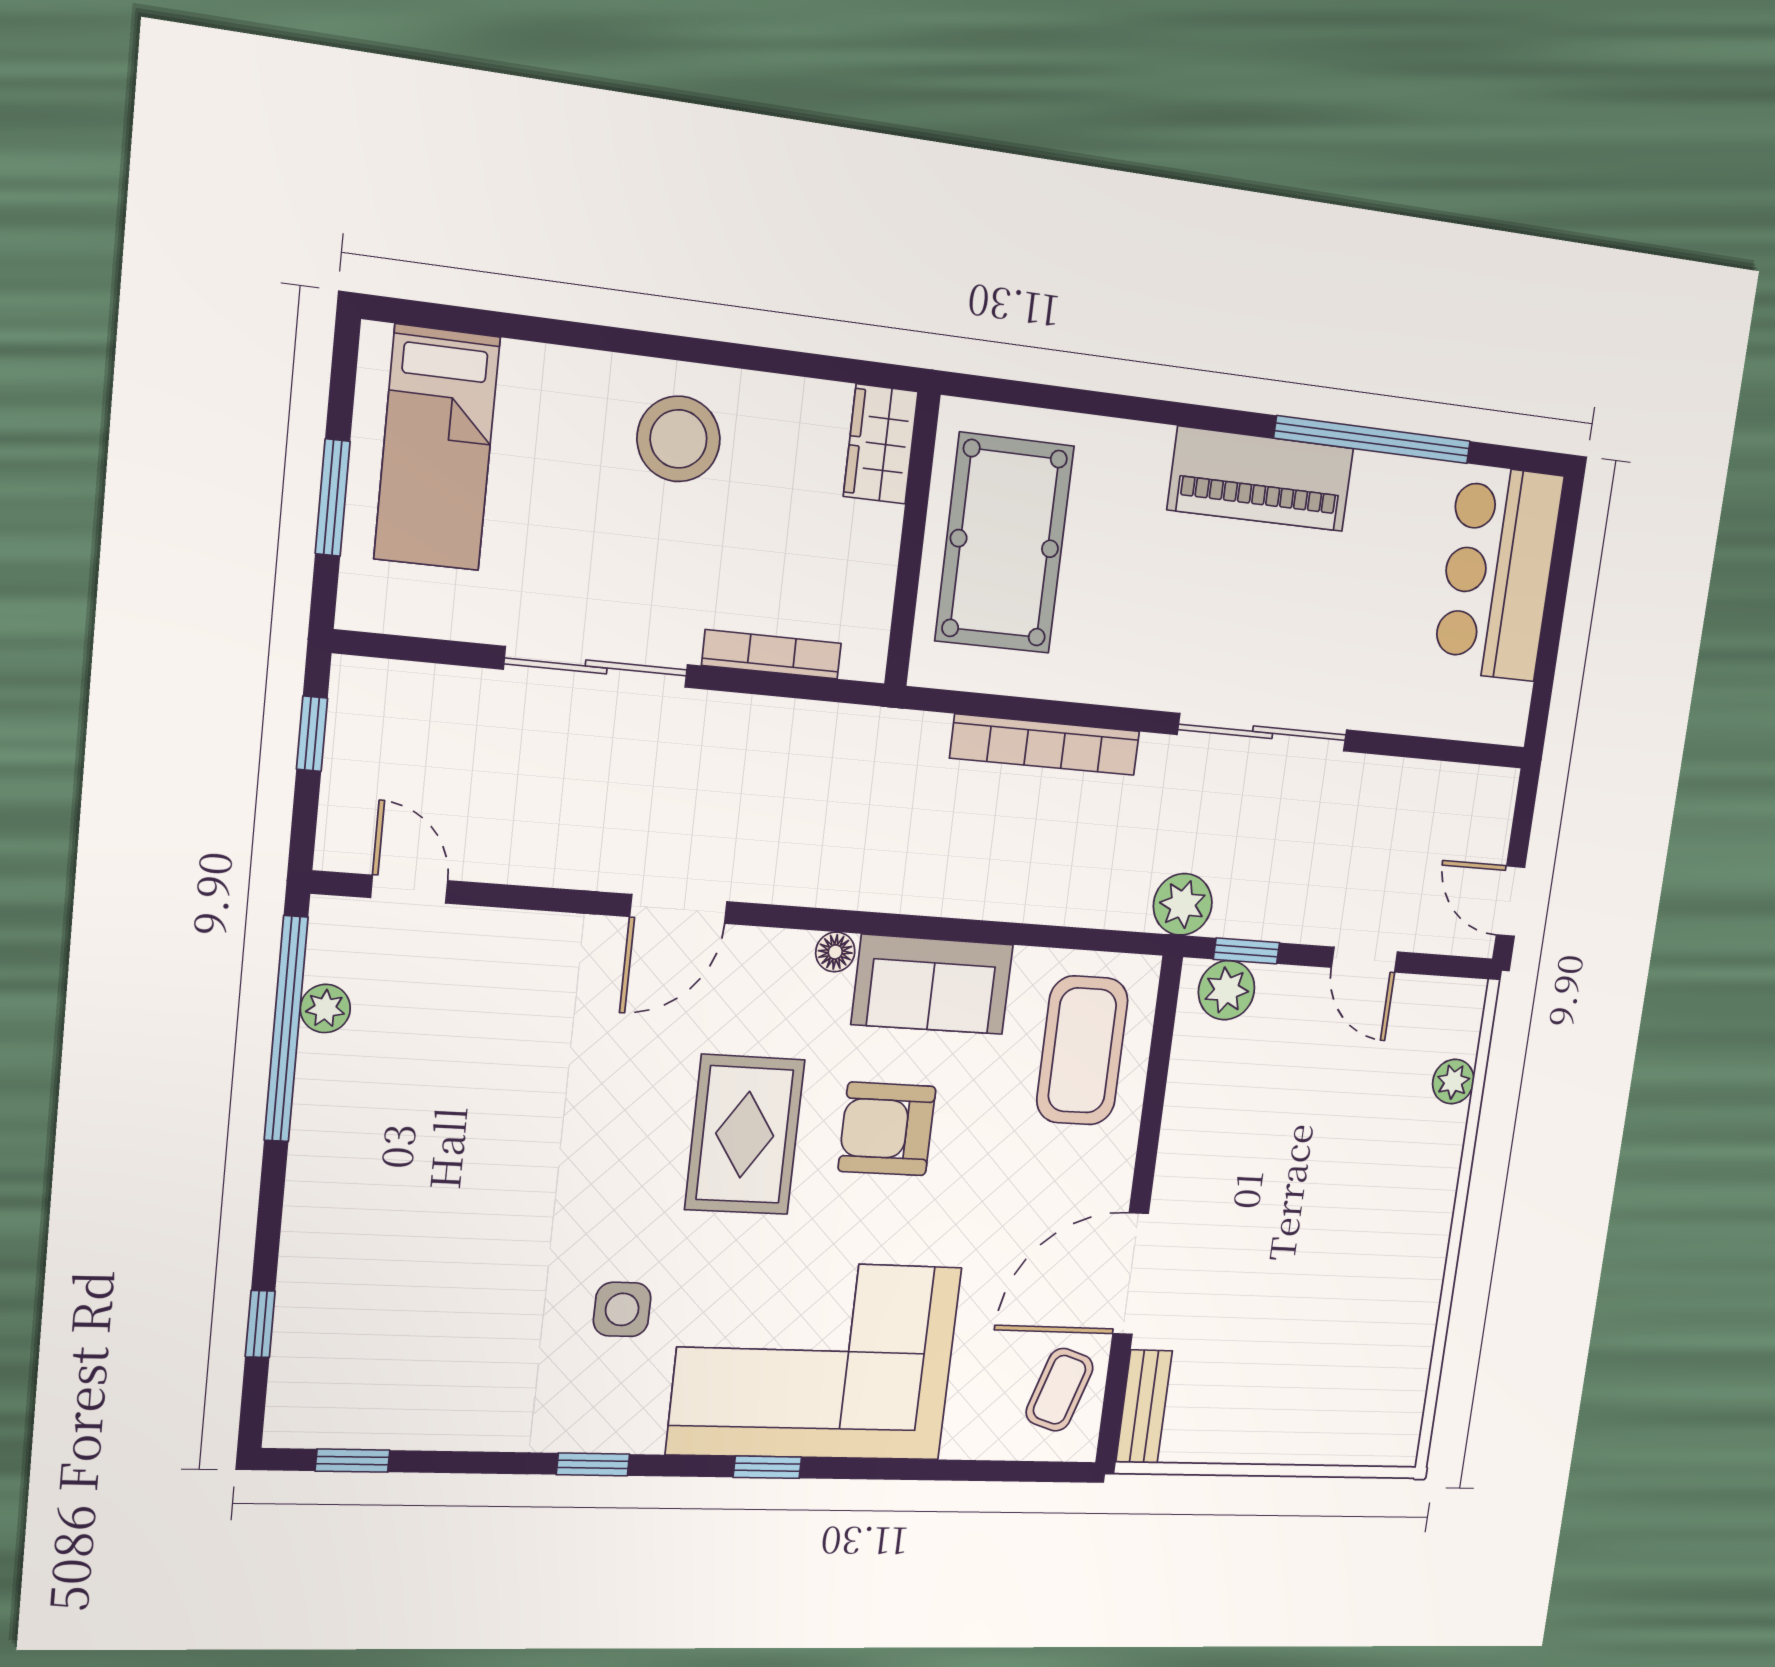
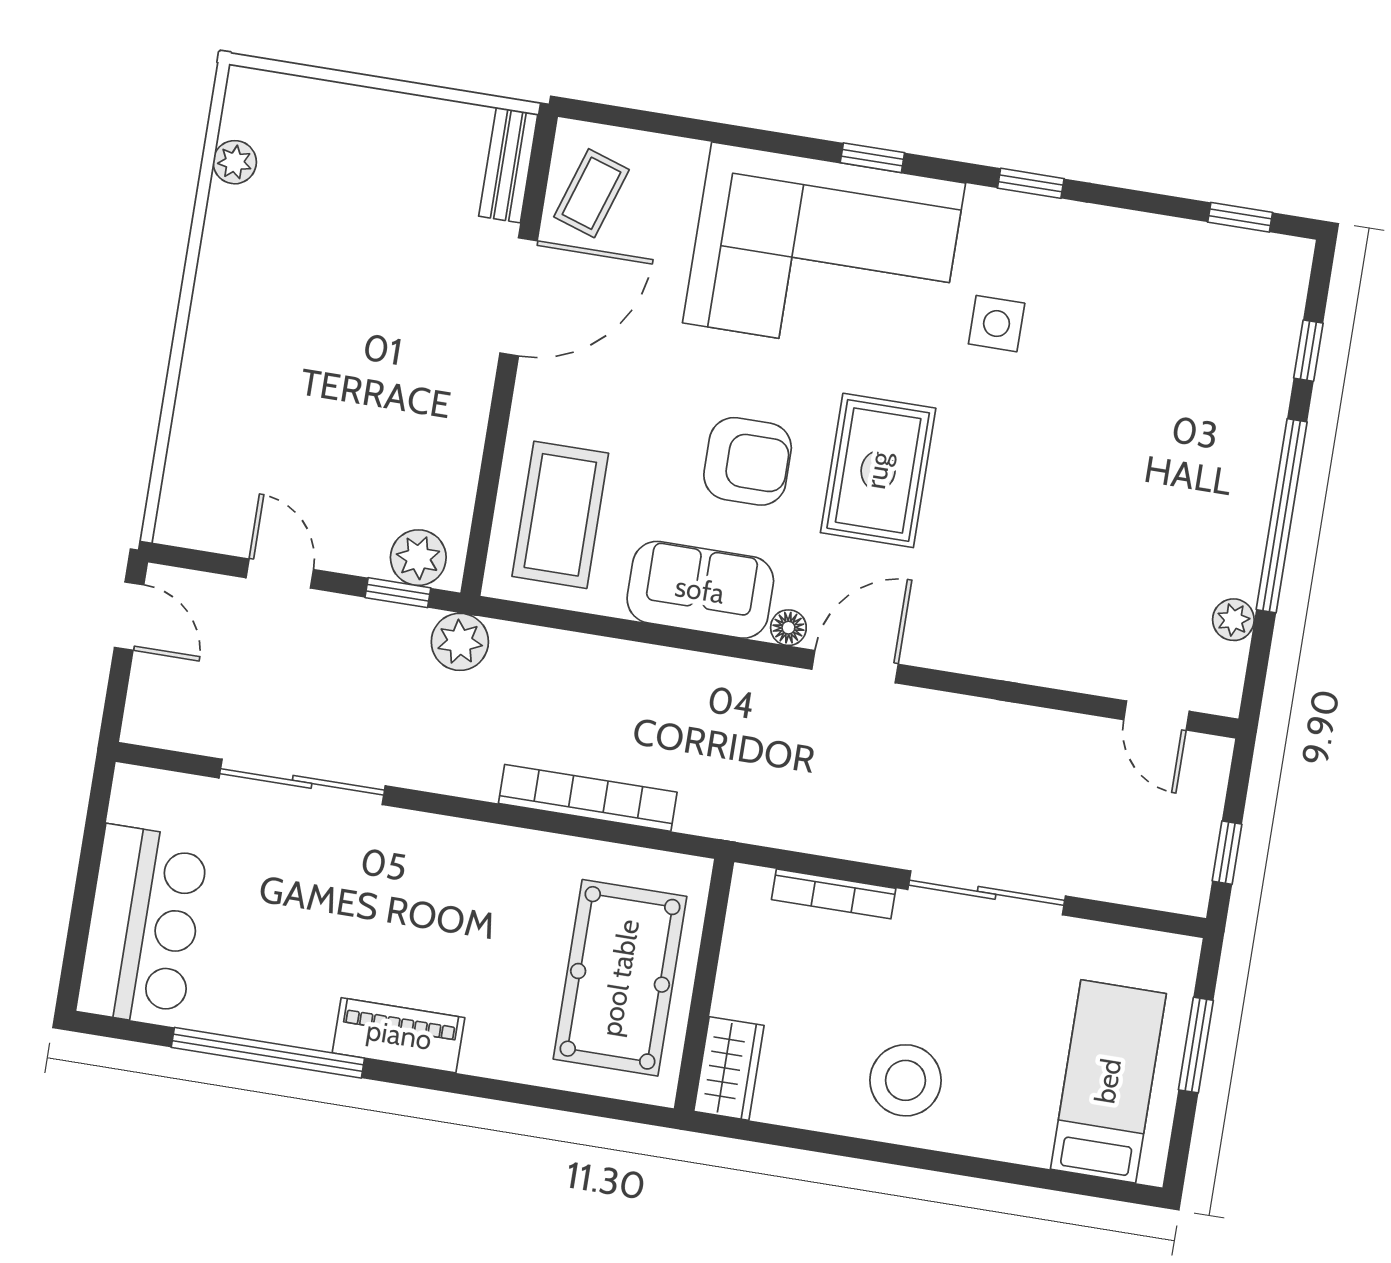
piano: (1261, 479) -> (399, 1035), width x0.73, depth x0.75
sliding door: (1263, 732) -> (302, 782), moved
door: (678, 909) -> (855, 667), moved
window: (286, 1029) -> (1282, 516), moved
plant: (1453, 1082) -> (235, 162), moved

